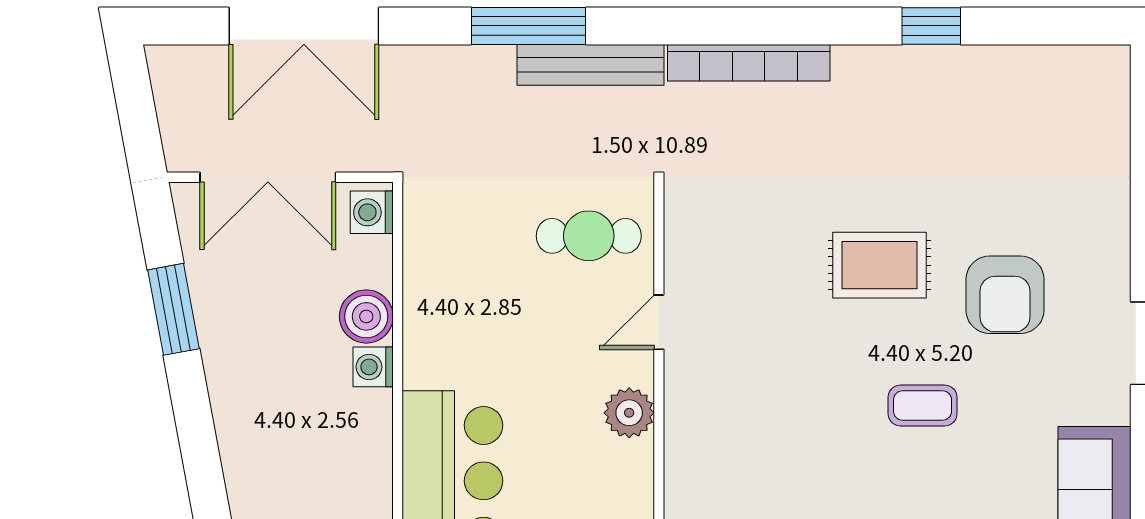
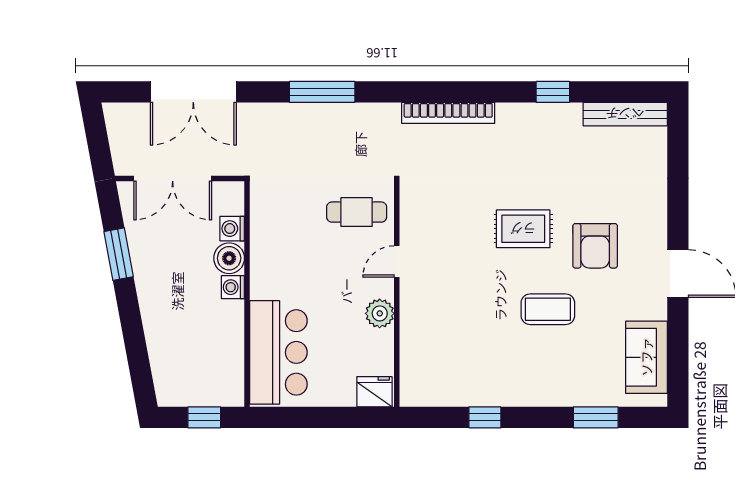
bench: (591, 65) -> (625, 114), moved
washing machine: (372, 212) -> (232, 229), moved
coffee table: (923, 405) -> (548, 309), width x1.36, depth x1.30

